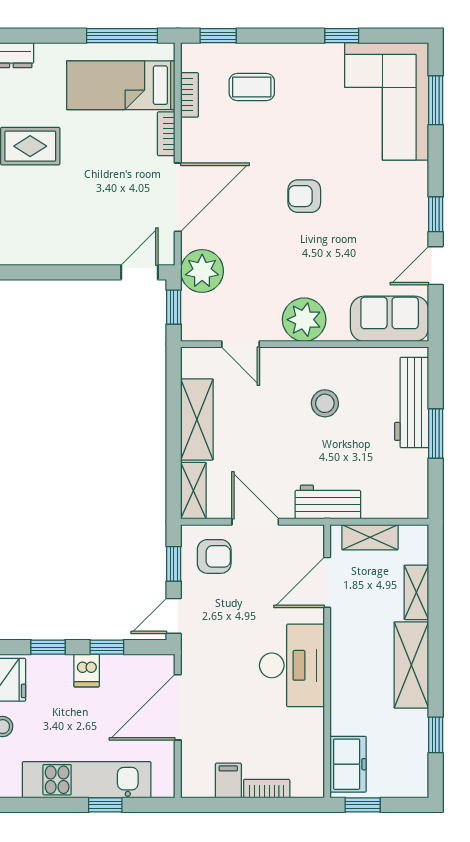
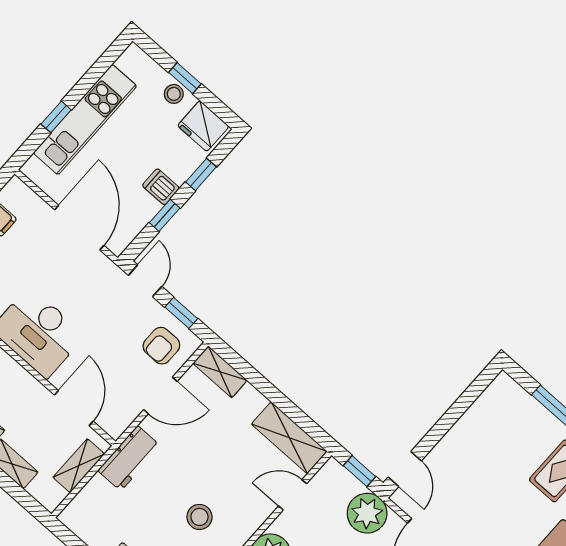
shelving: (197, 419) -> (289, 438), moved

